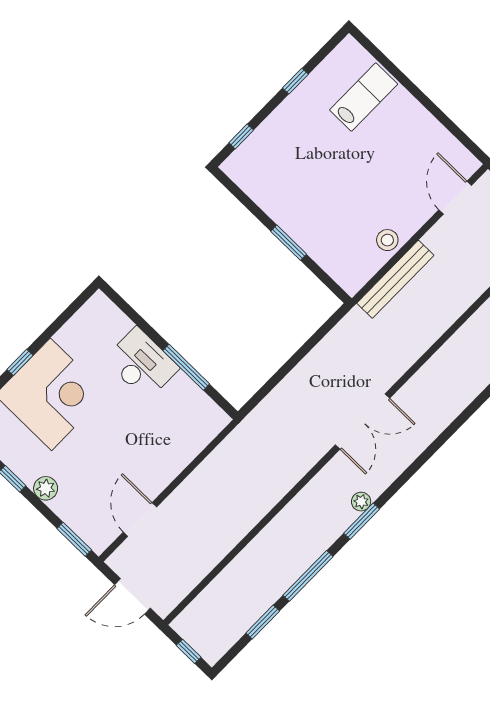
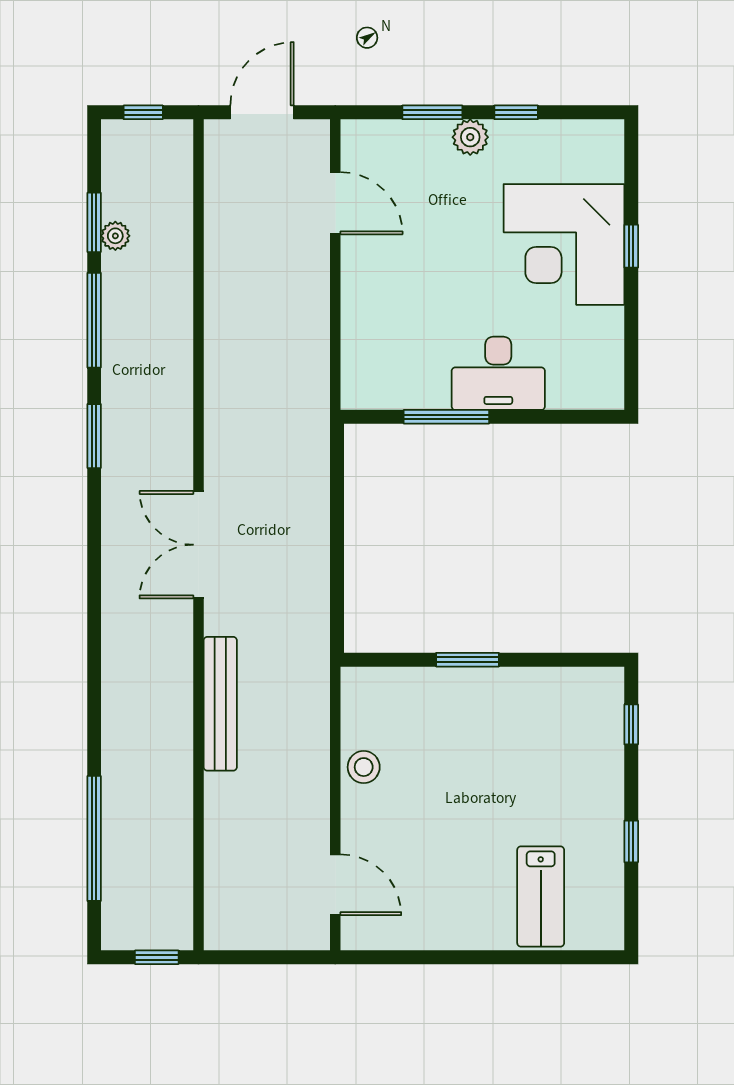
bench: (395, 279) -> (220, 704), moved
plant: (361, 502) -> (115, 236), moved
window: (74, 539) -> (432, 112), moved

